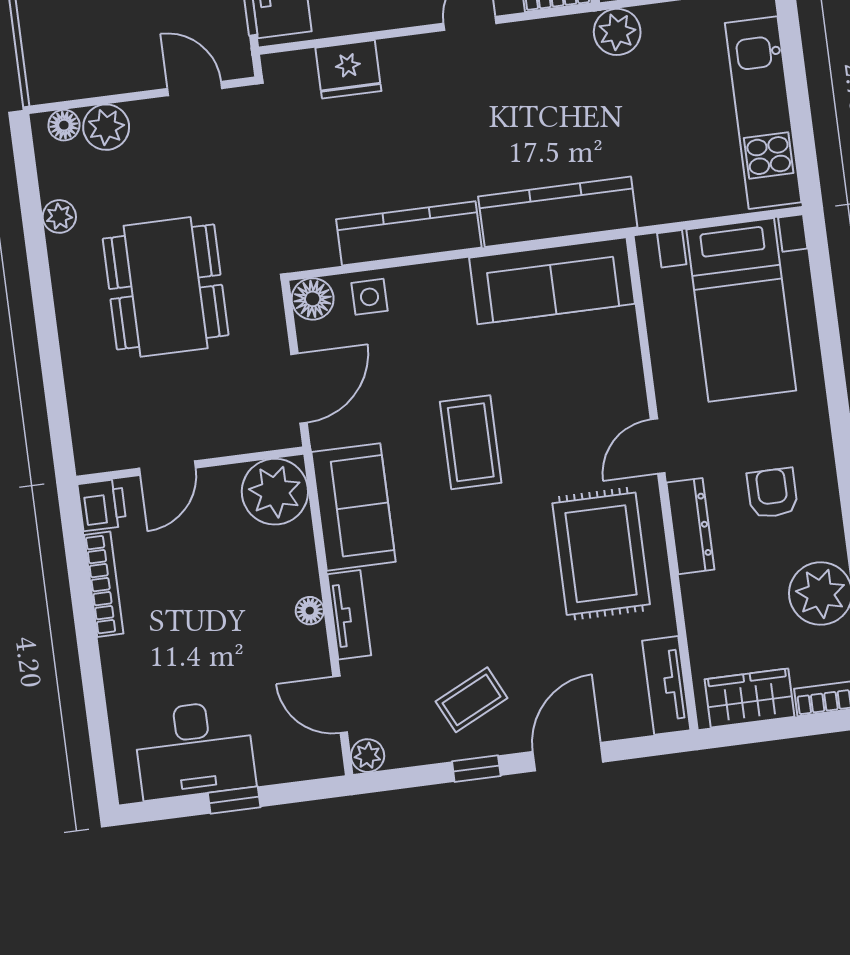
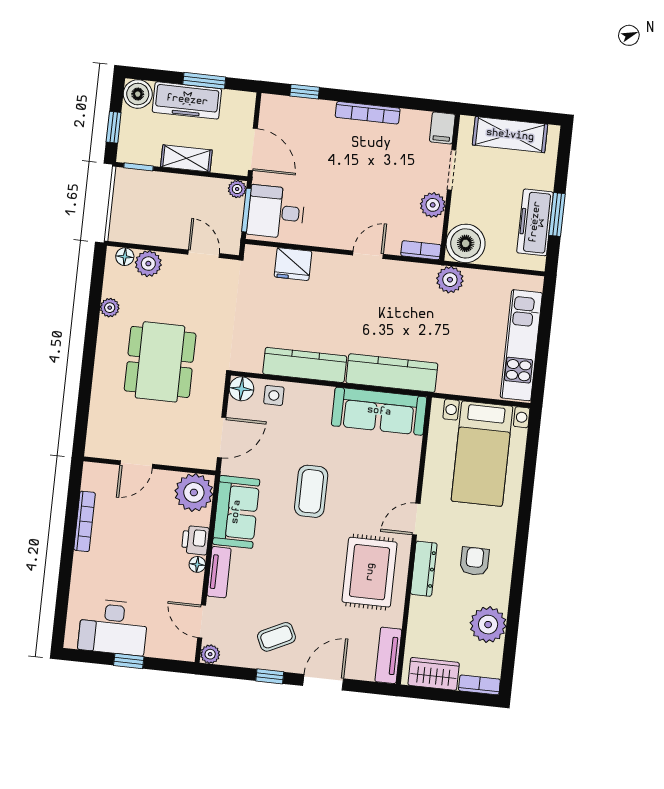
printer: (102, 505) -> (195, 540), moved, turned 180

